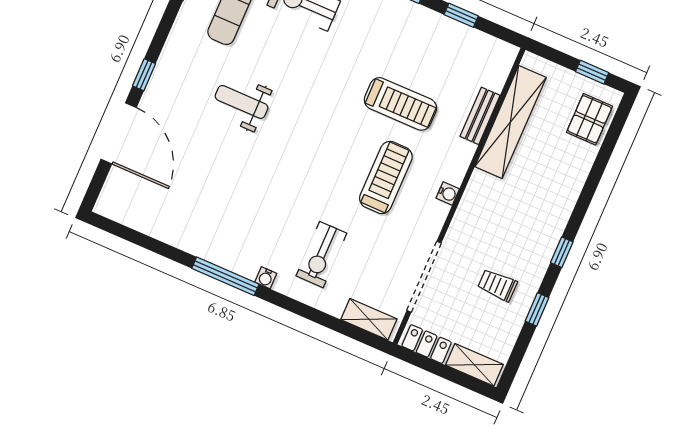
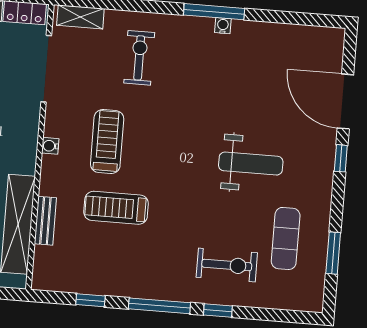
weight bench: (242, 102) -> (251, 164), width x1.36, depth x1.33
treadmill: (386, 177) -> (107, 142), turned 180
water cooler: (266, 278) -> (223, 26), moved

